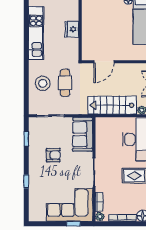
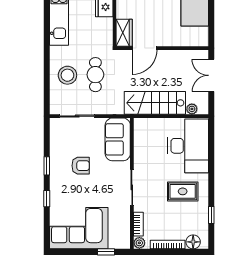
wardrobe: (88, 50) -> (124, 33), added
window: (26, 139) -> (47, 166), moved
corner sofa: (69, 205) -> (79, 228), moved

